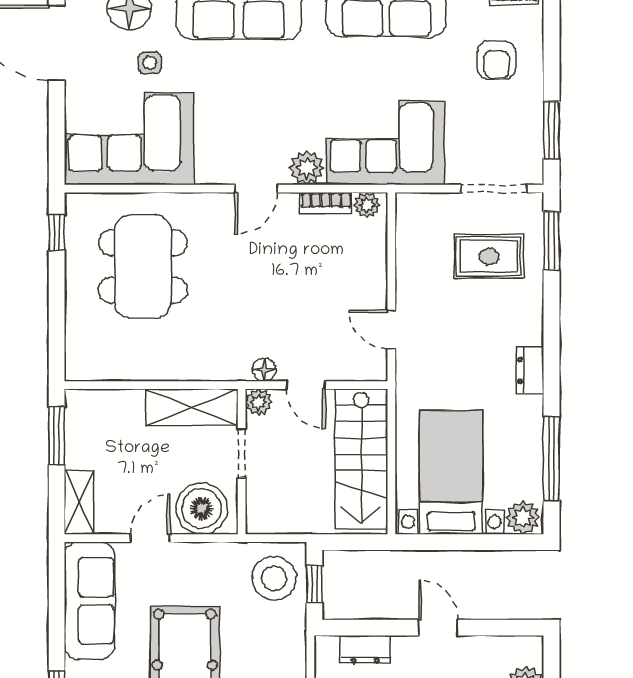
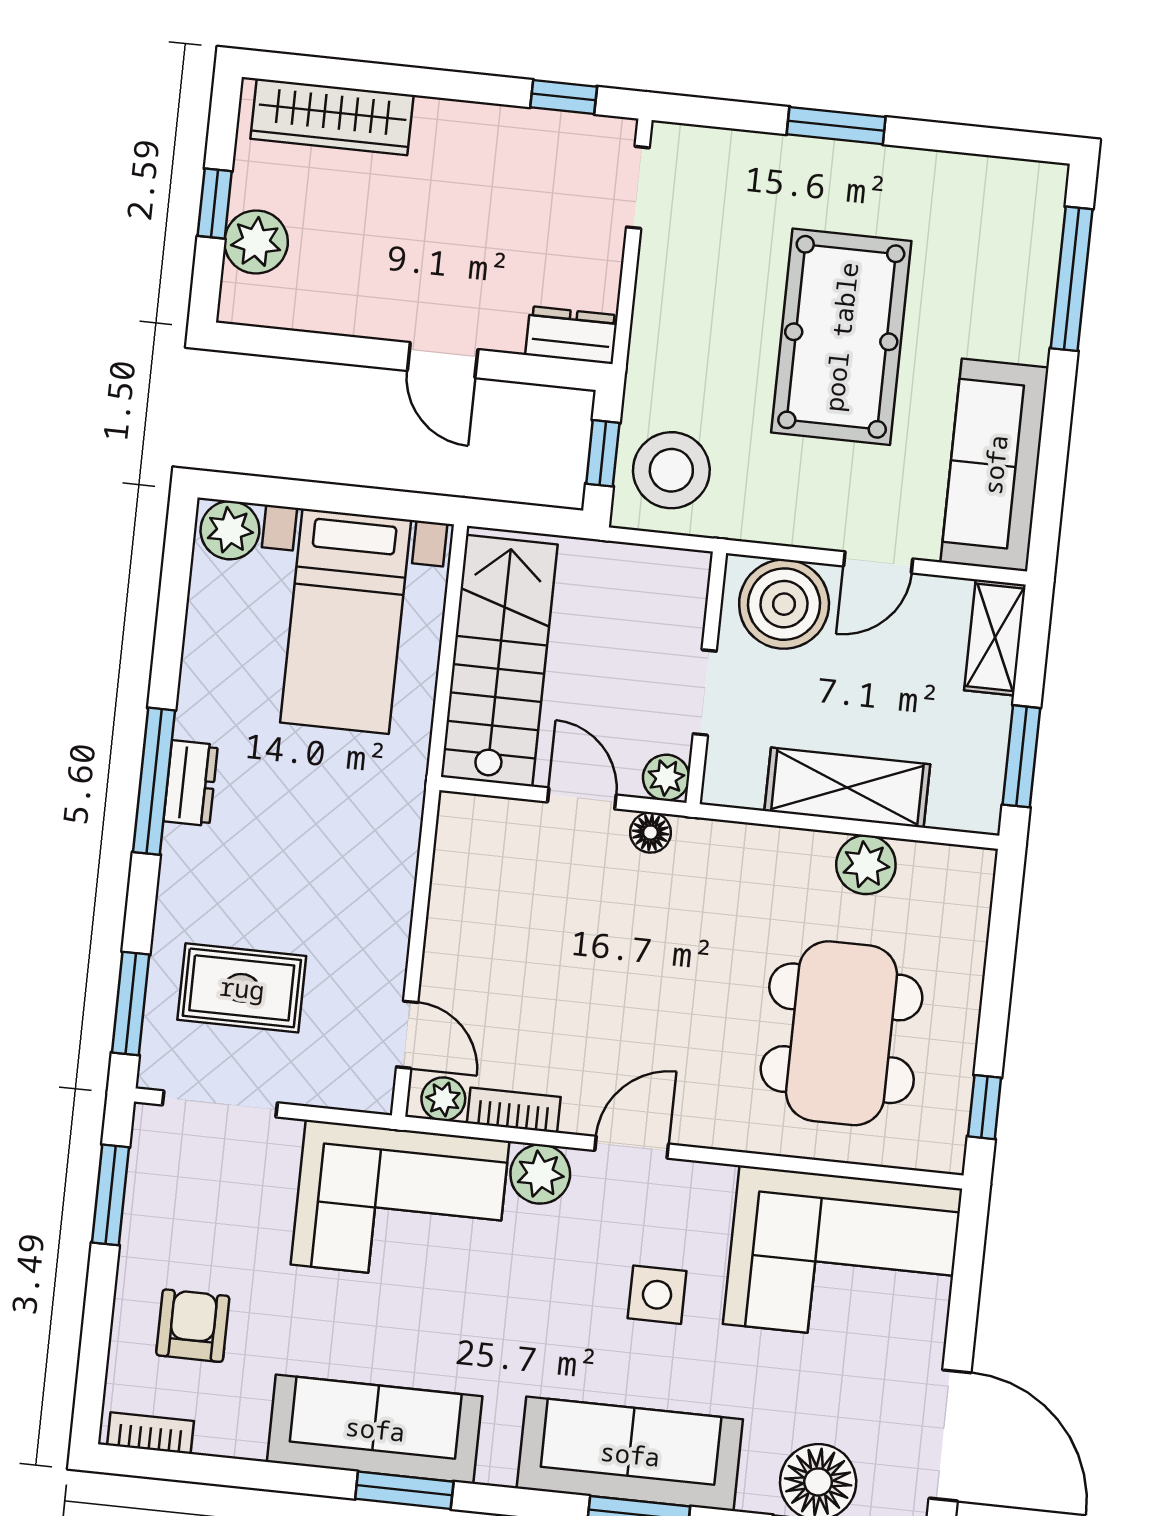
side table: (150, 63) -> (657, 1295), moved, width x1.37, depth x1.37
door: (391, 329) -> (407, 1035), moved
plant: (139, 364) -> (866, 865), added
shelving: (192, 407) -> (847, 788), moved
window: (551, 459) -> (154, 781), moved
door: (438, 628) -> (443, 360), moved
dresser: (365, 650) -> (572, 335), moved

